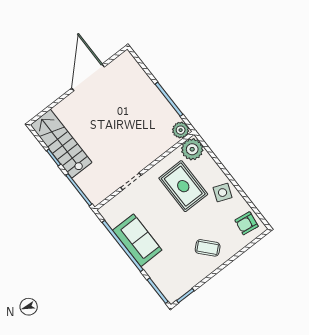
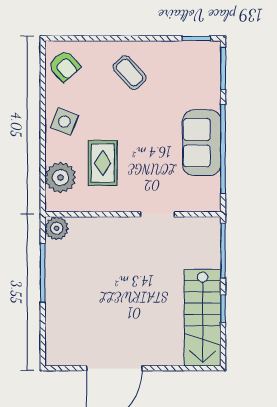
plant: (192, 149) -> (60, 177), moved
rug: (183, 186) -> (103, 163), width x0.73, depth x0.70
armchair: (247, 223) -> (64, 66), turned 40

